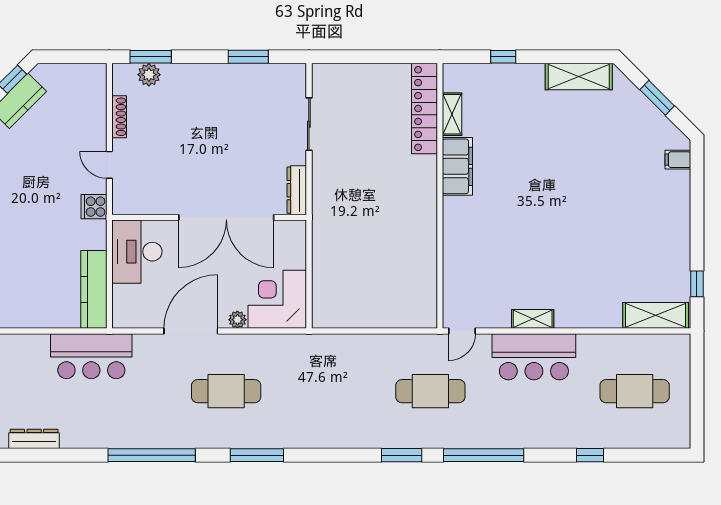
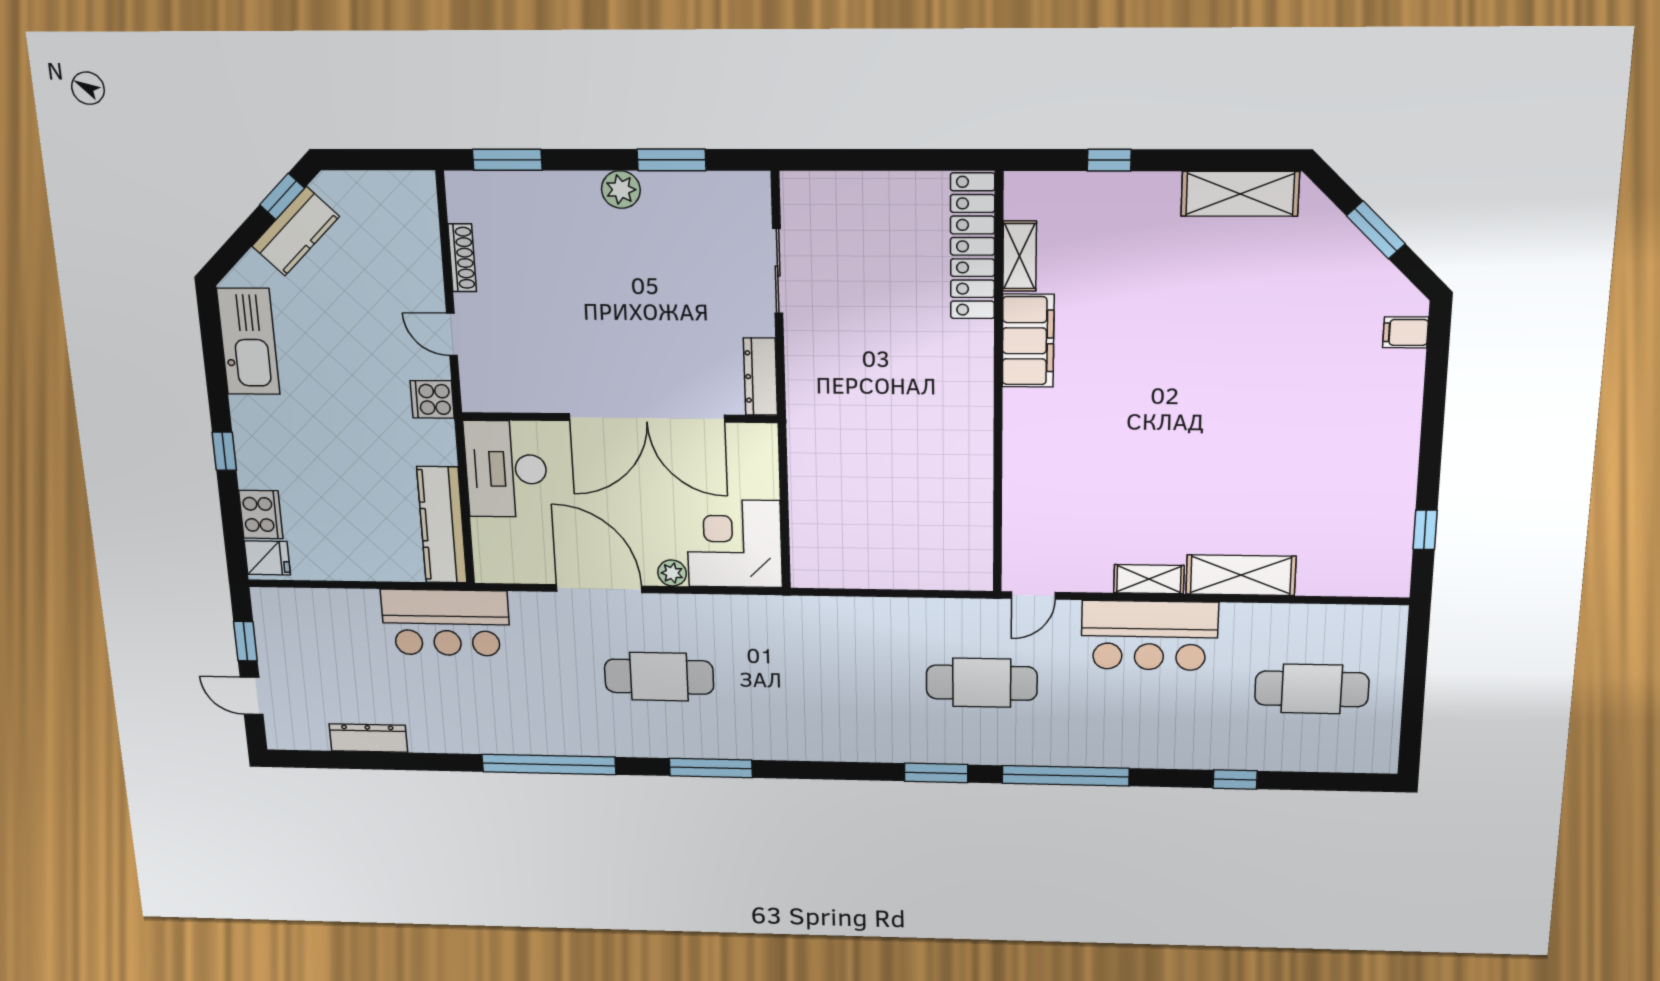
plant: (149, 75) -> (621, 190), moved
shelving: (656, 315) -> (1241, 575), moved
door: (191, 331) -> (599, 589), hinge flipped

